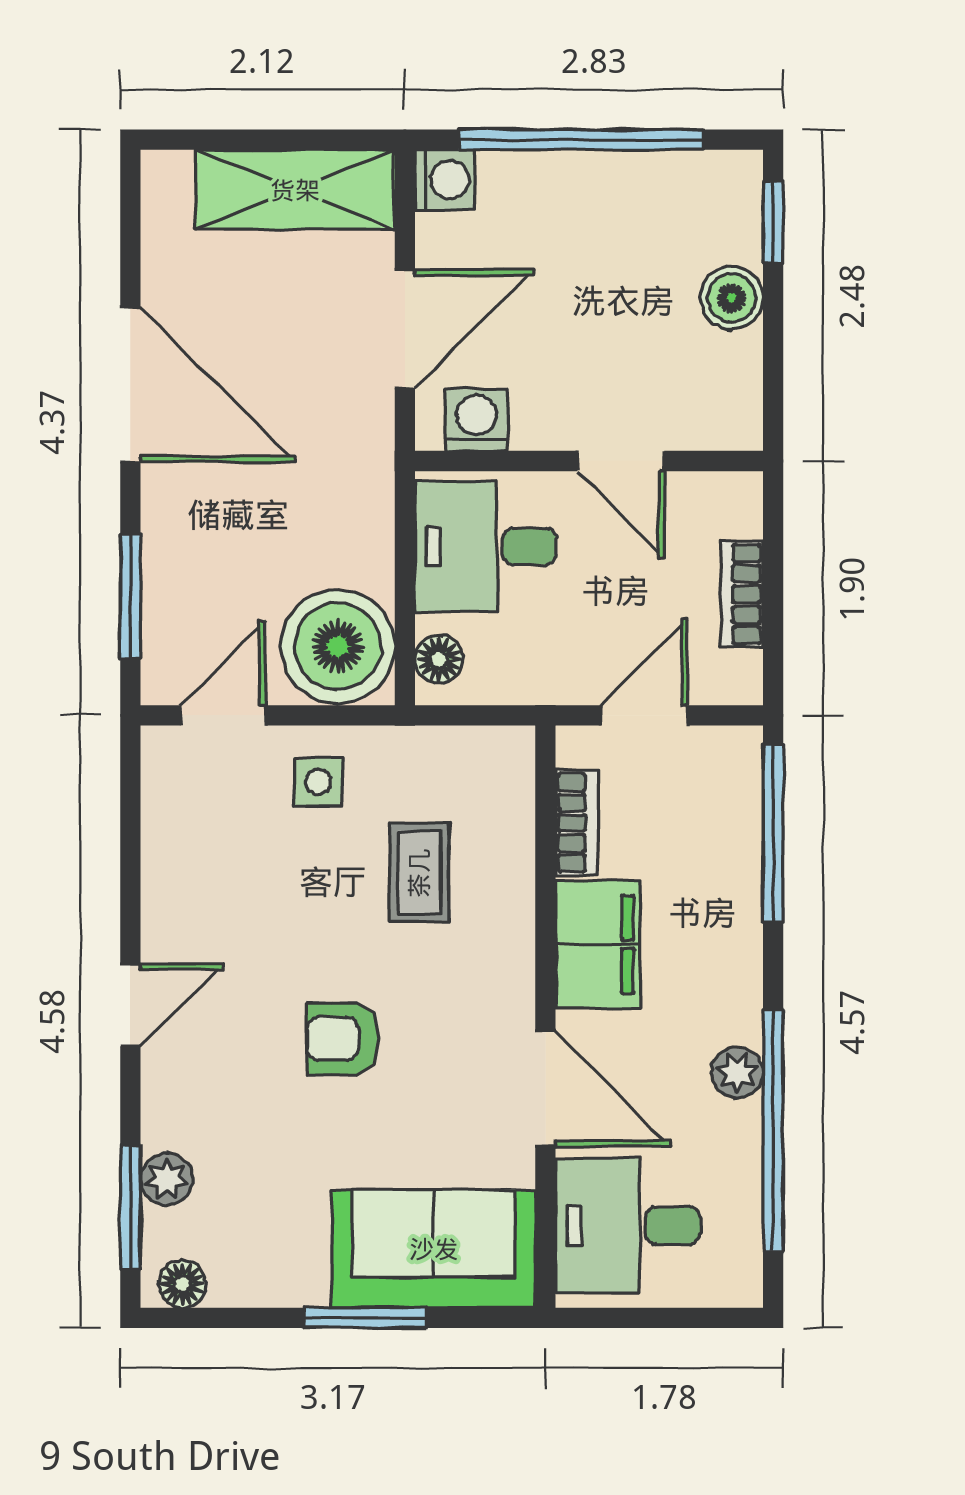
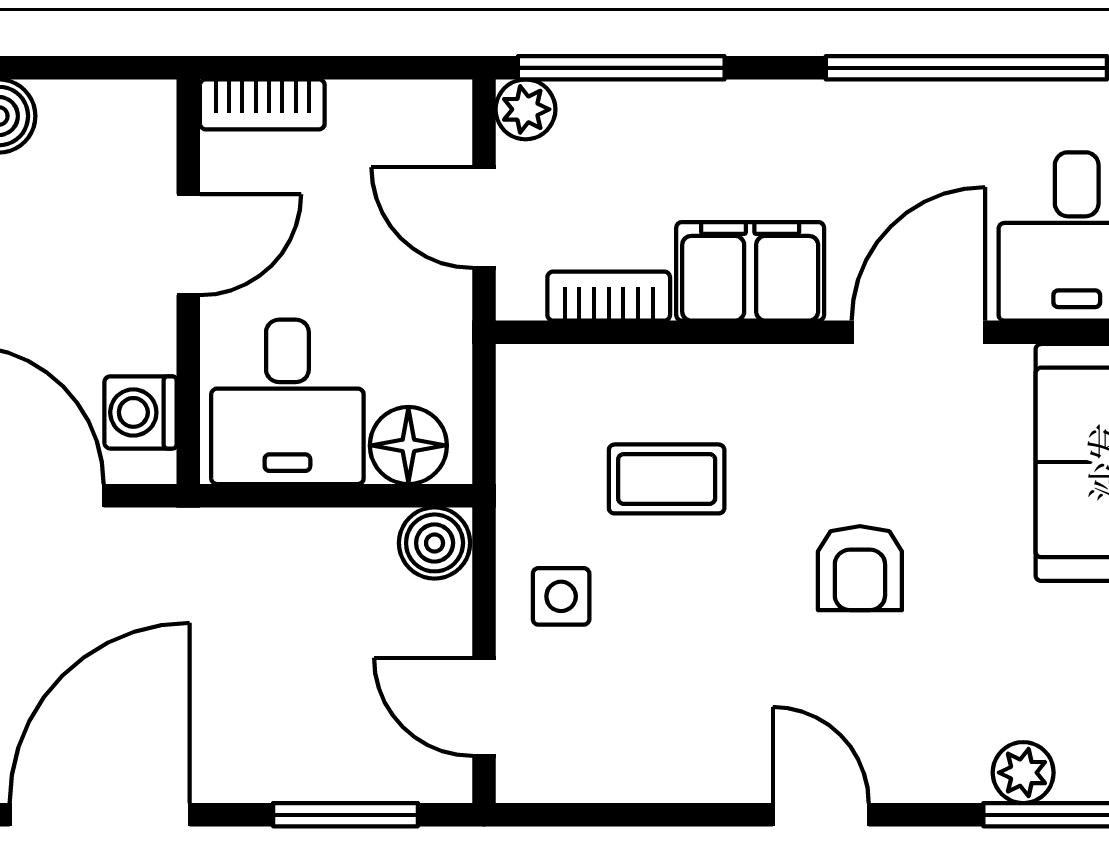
bookcase: (742, 594) -> (262, 104), moved
boiler: (338, 646) -> (435, 543), width x0.54, depth x0.54
floor lamp: (439, 659) -> (408, 445), width x1.37, depth x1.37
plant: (737, 1072) -> (526, 109), moved

